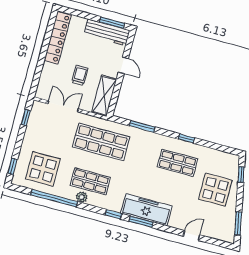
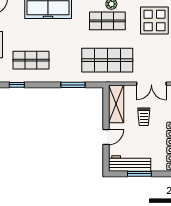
window: (112, 23) -> (139, 174), moved
door: (123, 65) -> (106, 137), swing flipped
window: (186, 138) -> (17, 85), moved

